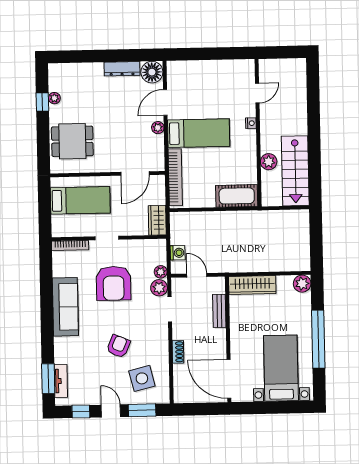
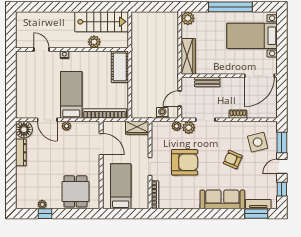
sofa: (65, 307) -> (222, 199), moved

